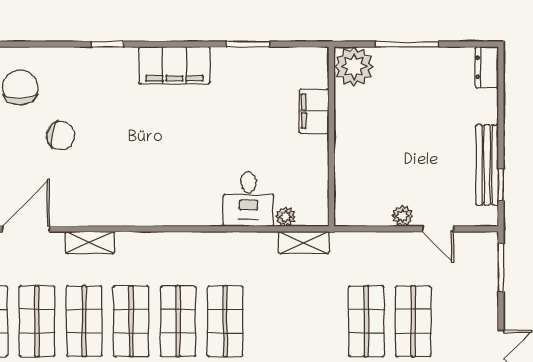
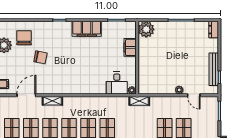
plant: (354, 67) -> (146, 29), moved
filing cabinet: (314, 111) -> (130, 47), moved
wall: (331, 137) -> (137, 58), moved

